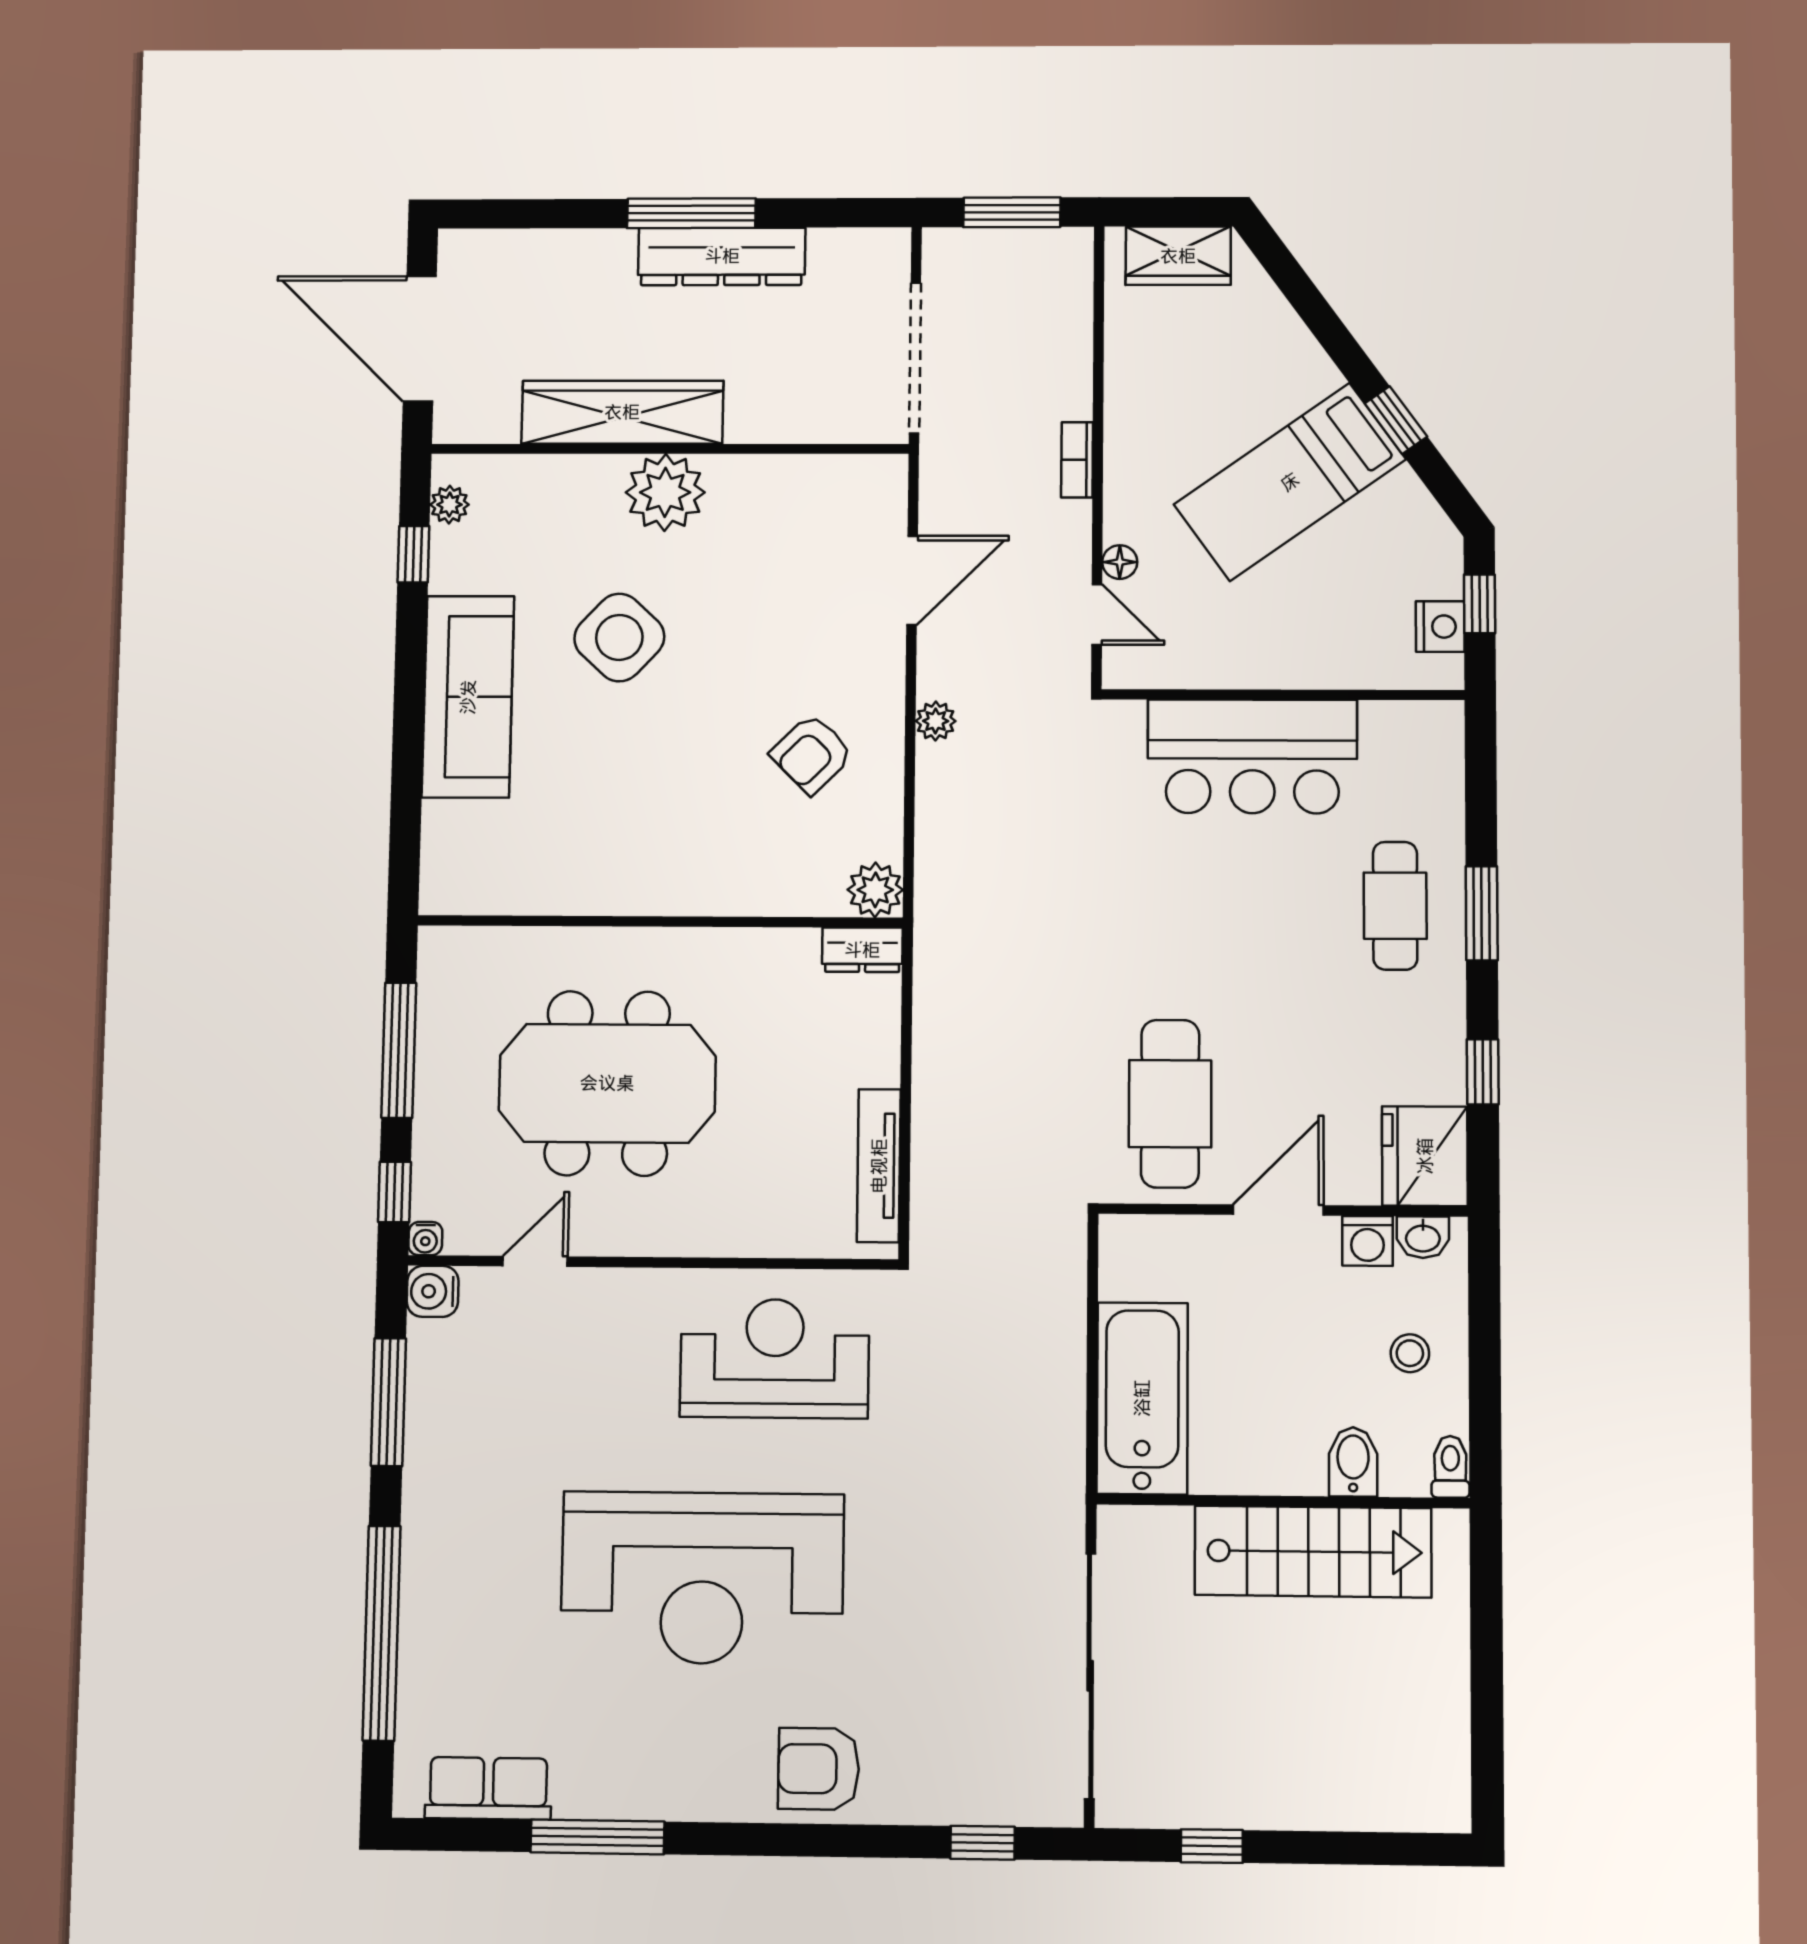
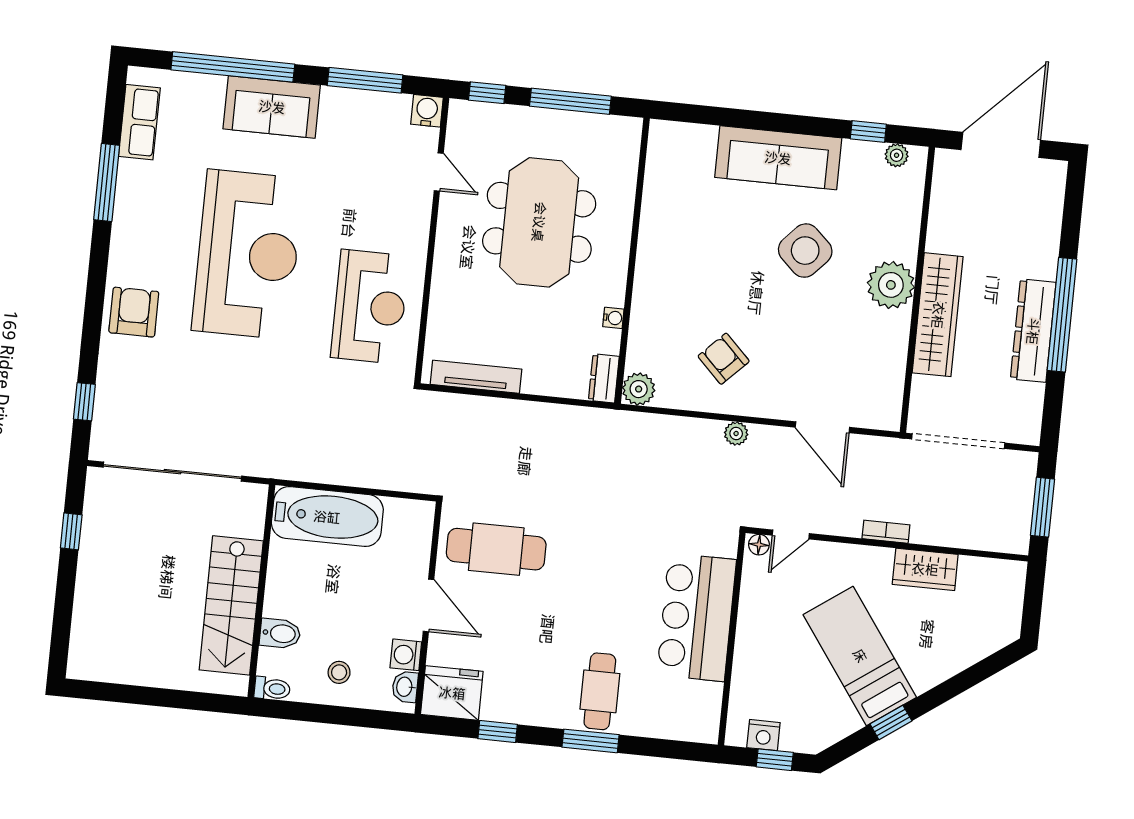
window: (691, 213) -> (1062, 315), width x1.46
wardrobe: (1178, 256) -> (925, 569), moved, turned -90
wardrobe: (622, 412) -> (938, 315), moved
floor lamp: (1120, 562) -> (759, 545), moved
cafe table: (1395, 906) -> (600, 691), turned 90
water cooler: (425, 1239) -> (613, 318), moved, turned 180
sofa: (445, 1559) -> (272, 107), added
reception desk: (702, 1578) -> (248, 254), turned 180

